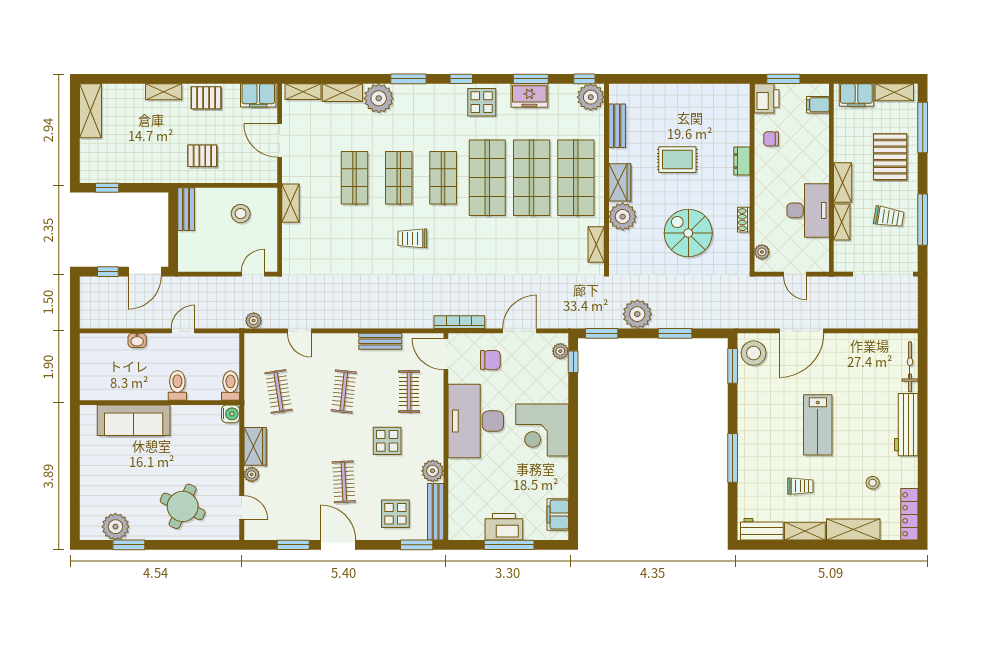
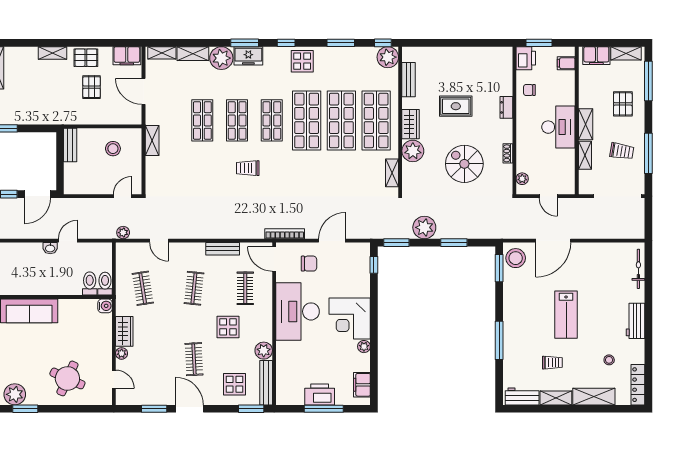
freezer: (529, 95) -> (248, 56), moved
pallet: (202, 156) -> (92, 87), moved, turned 90
pallet: (890, 157) -> (623, 104), width x0.67, depth x0.71
desk: (808, 210) -> (558, 127), moved
washbasin: (137, 340) -> (50, 248), moved
plant: (560, 351) -> (364, 347), moved
toilet: (177, 385) -> (90, 284), moved
workbench: (906, 425) -> (635, 321), width x0.73

